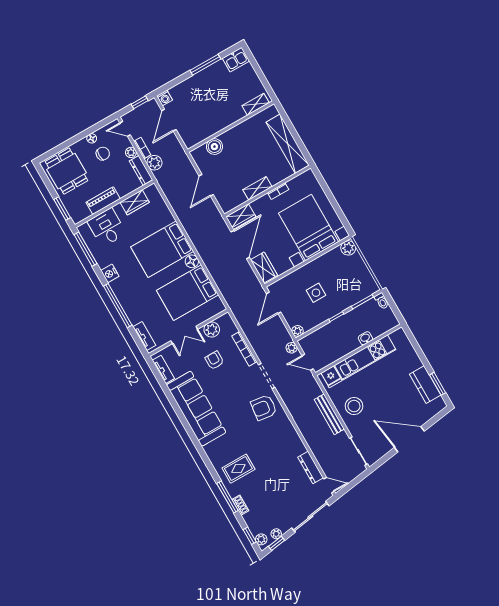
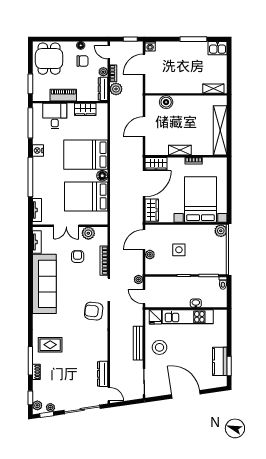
plant: (298, 331) -> (150, 255), moved

